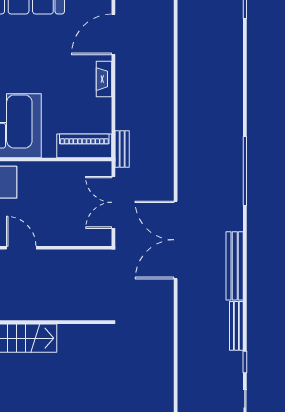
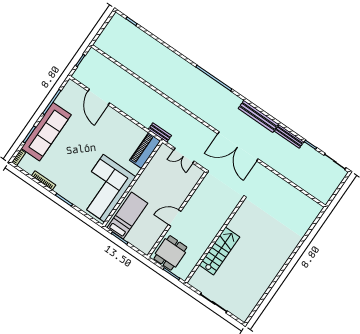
fireplace: (104, 79) -> (118, 117), removed
double door: (113, 202) -> (184, 156), width x0.73
double door: (176, 240) -> (238, 146), moved

